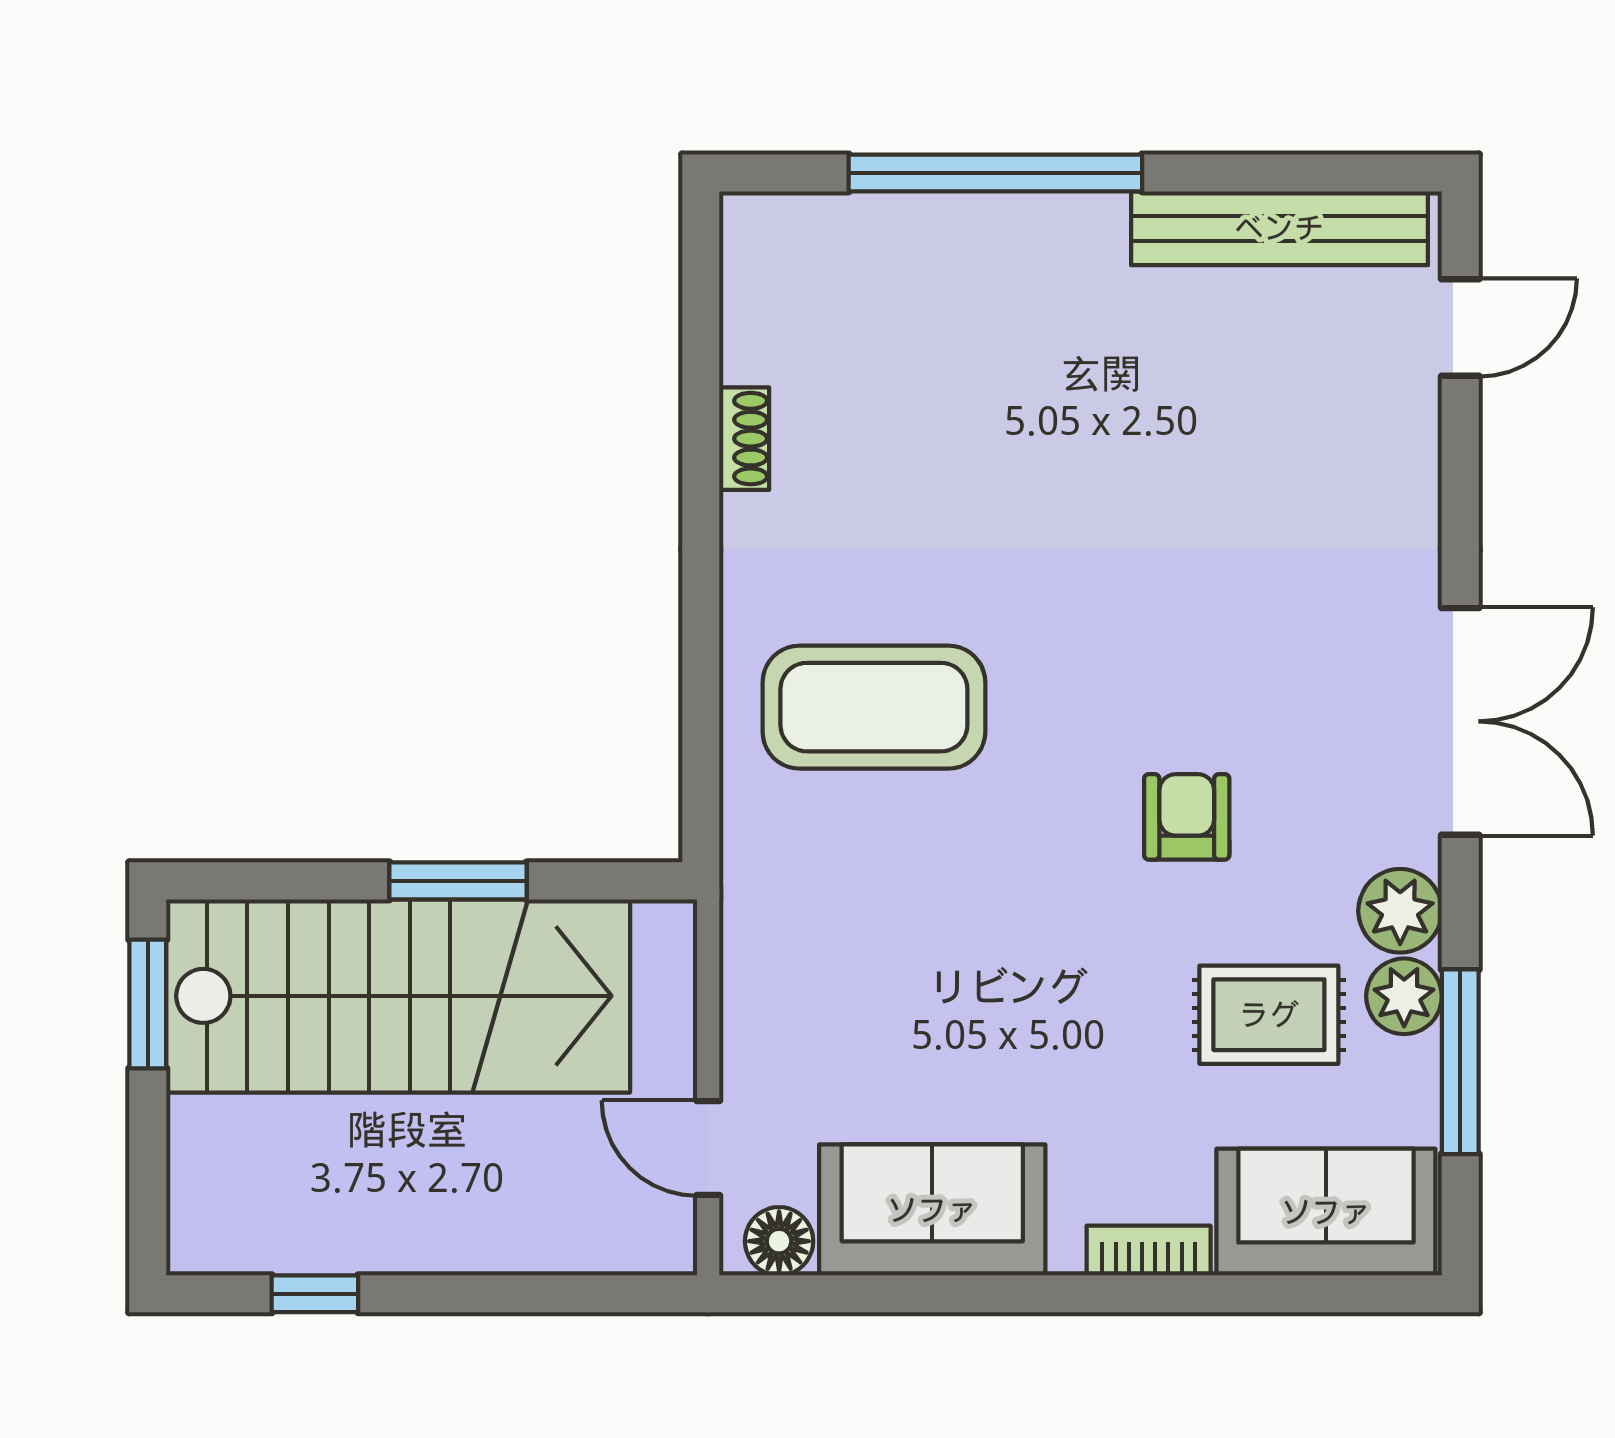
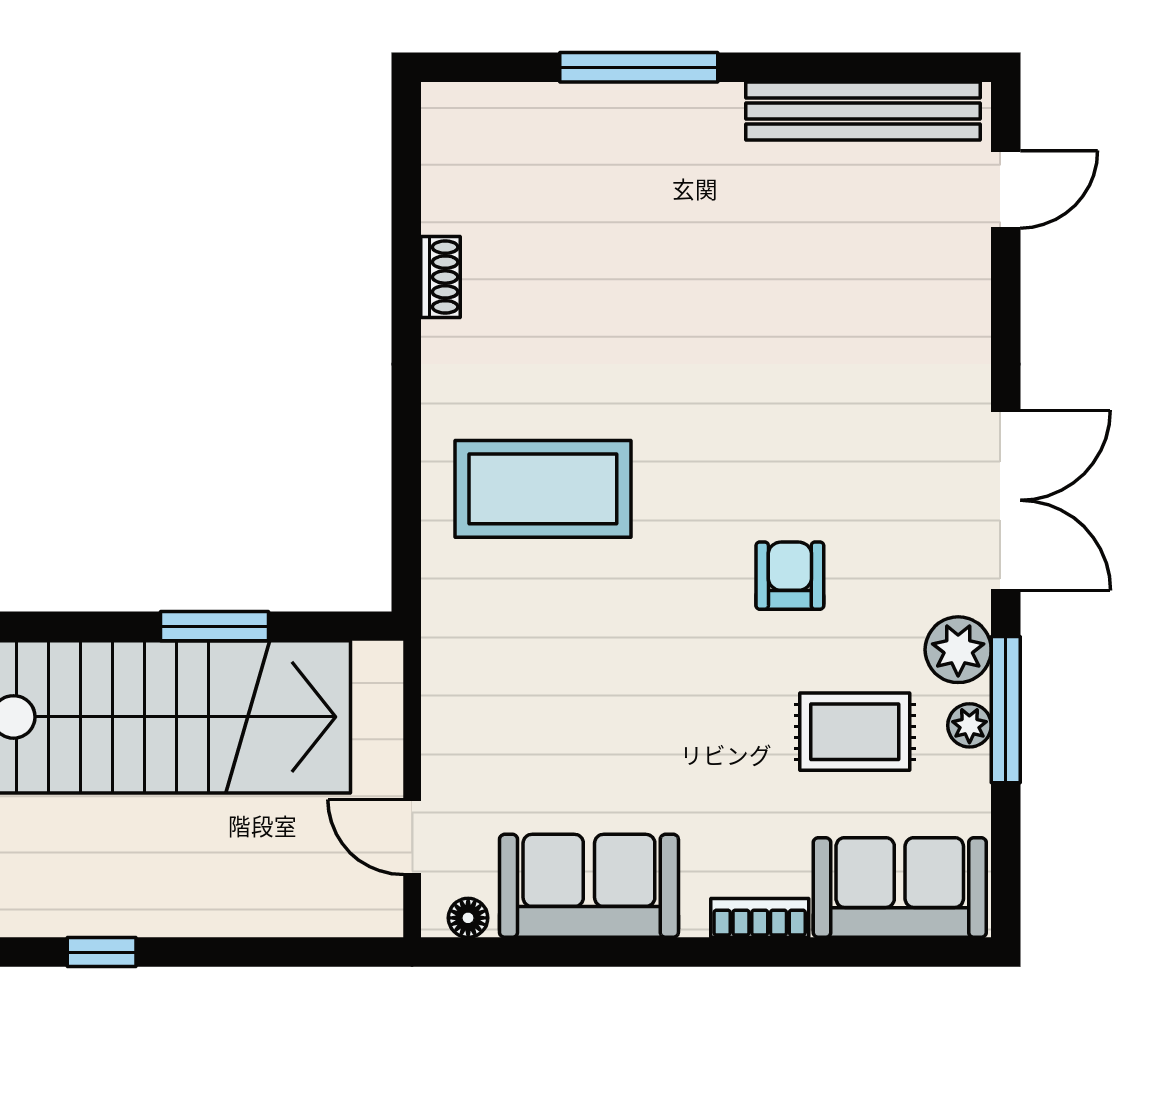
window: (995, 173) -> (639, 67), width x0.68
plant: (1404, 996) -> (969, 725), width x0.73, depth x0.73
window: (1460, 1062) -> (1006, 710), moved
floor lamp: (779, 1241) -> (468, 918), width x0.73, depth x0.73

